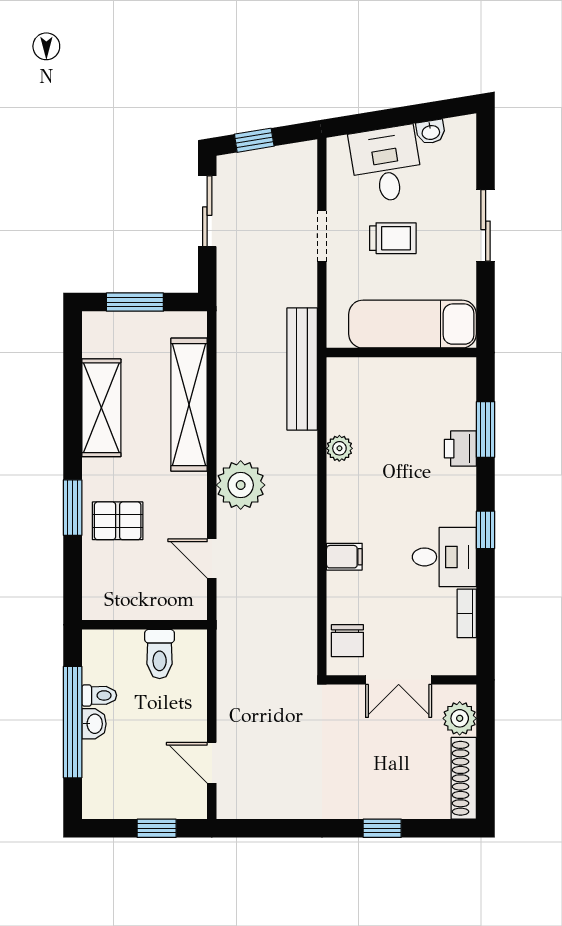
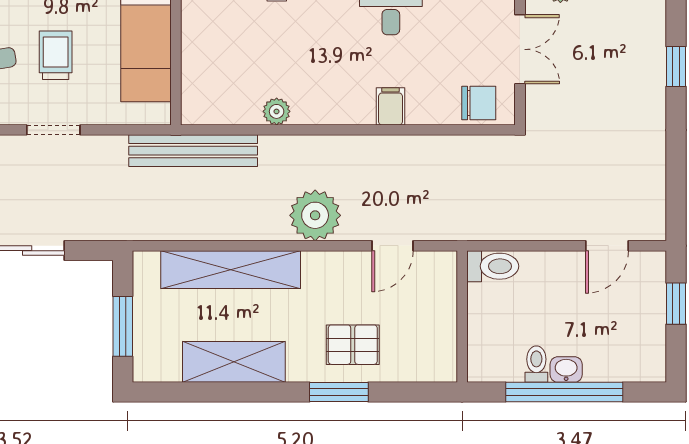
pallet: (118, 521) -> (353, 345), turned 90
toilet: (160, 654) -> (493, 266), moved

